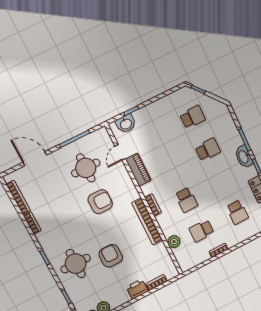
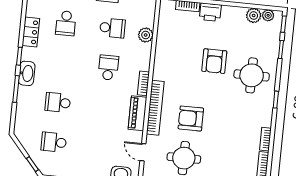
door: (120, 152) -> (143, 152), swing flipped
piano: (138, 170) -> (137, 113), moved
school desk: (237, 212) -> (66, 23), turned 180
bookcase: (147, 222) -> (155, 108), moved

